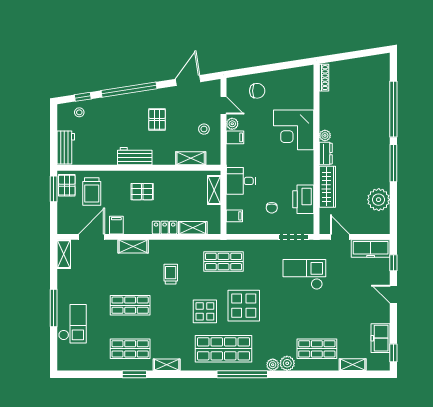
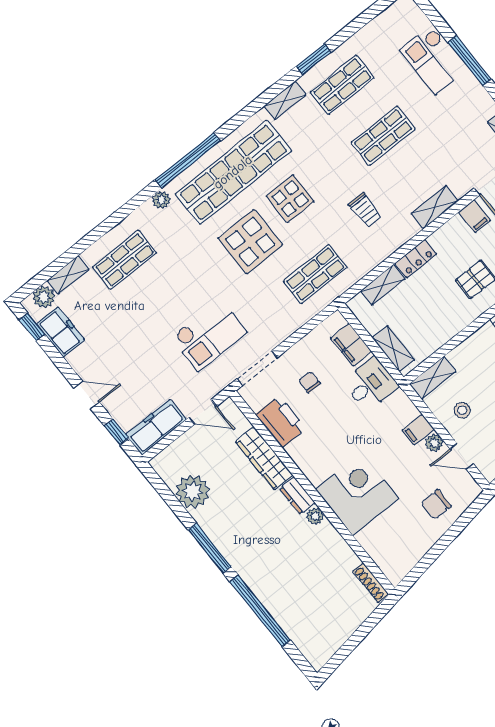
shelving: (191, 158) -> (433, 378), moved
filing cabinet: (234, 216) -> (351, 345), width x2.00
shop shelf: (223, 349) -> (233, 172), width x1.40
plant: (287, 363) -> (44, 297), moved

